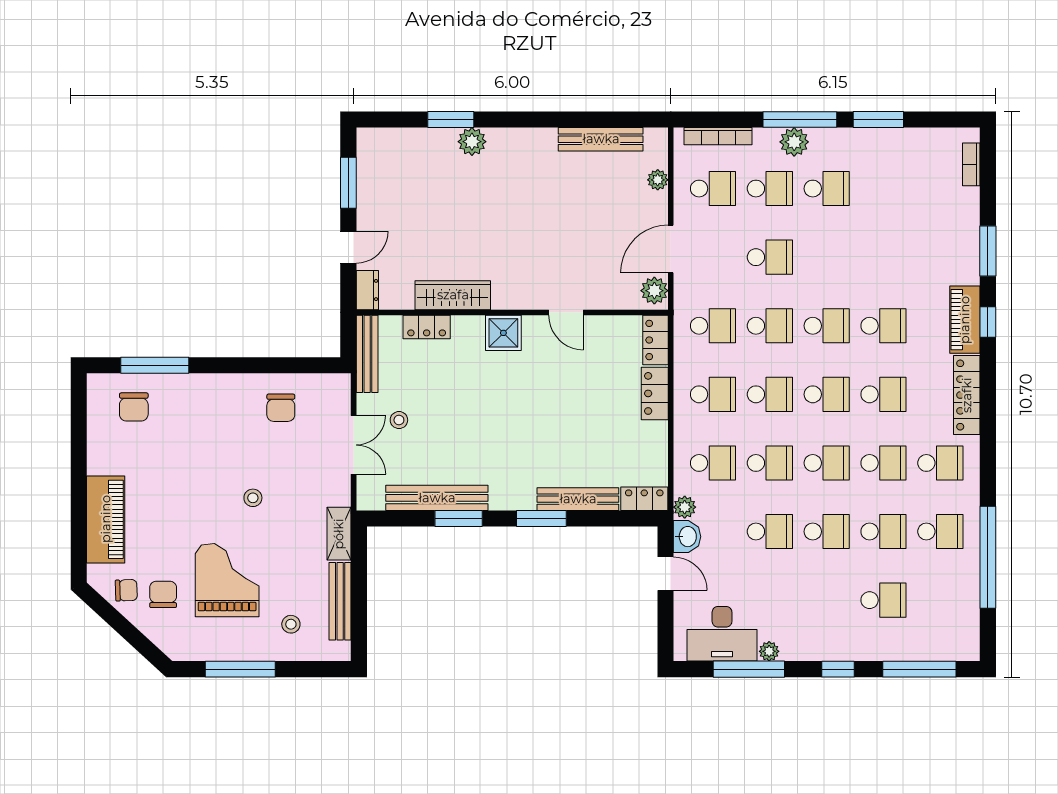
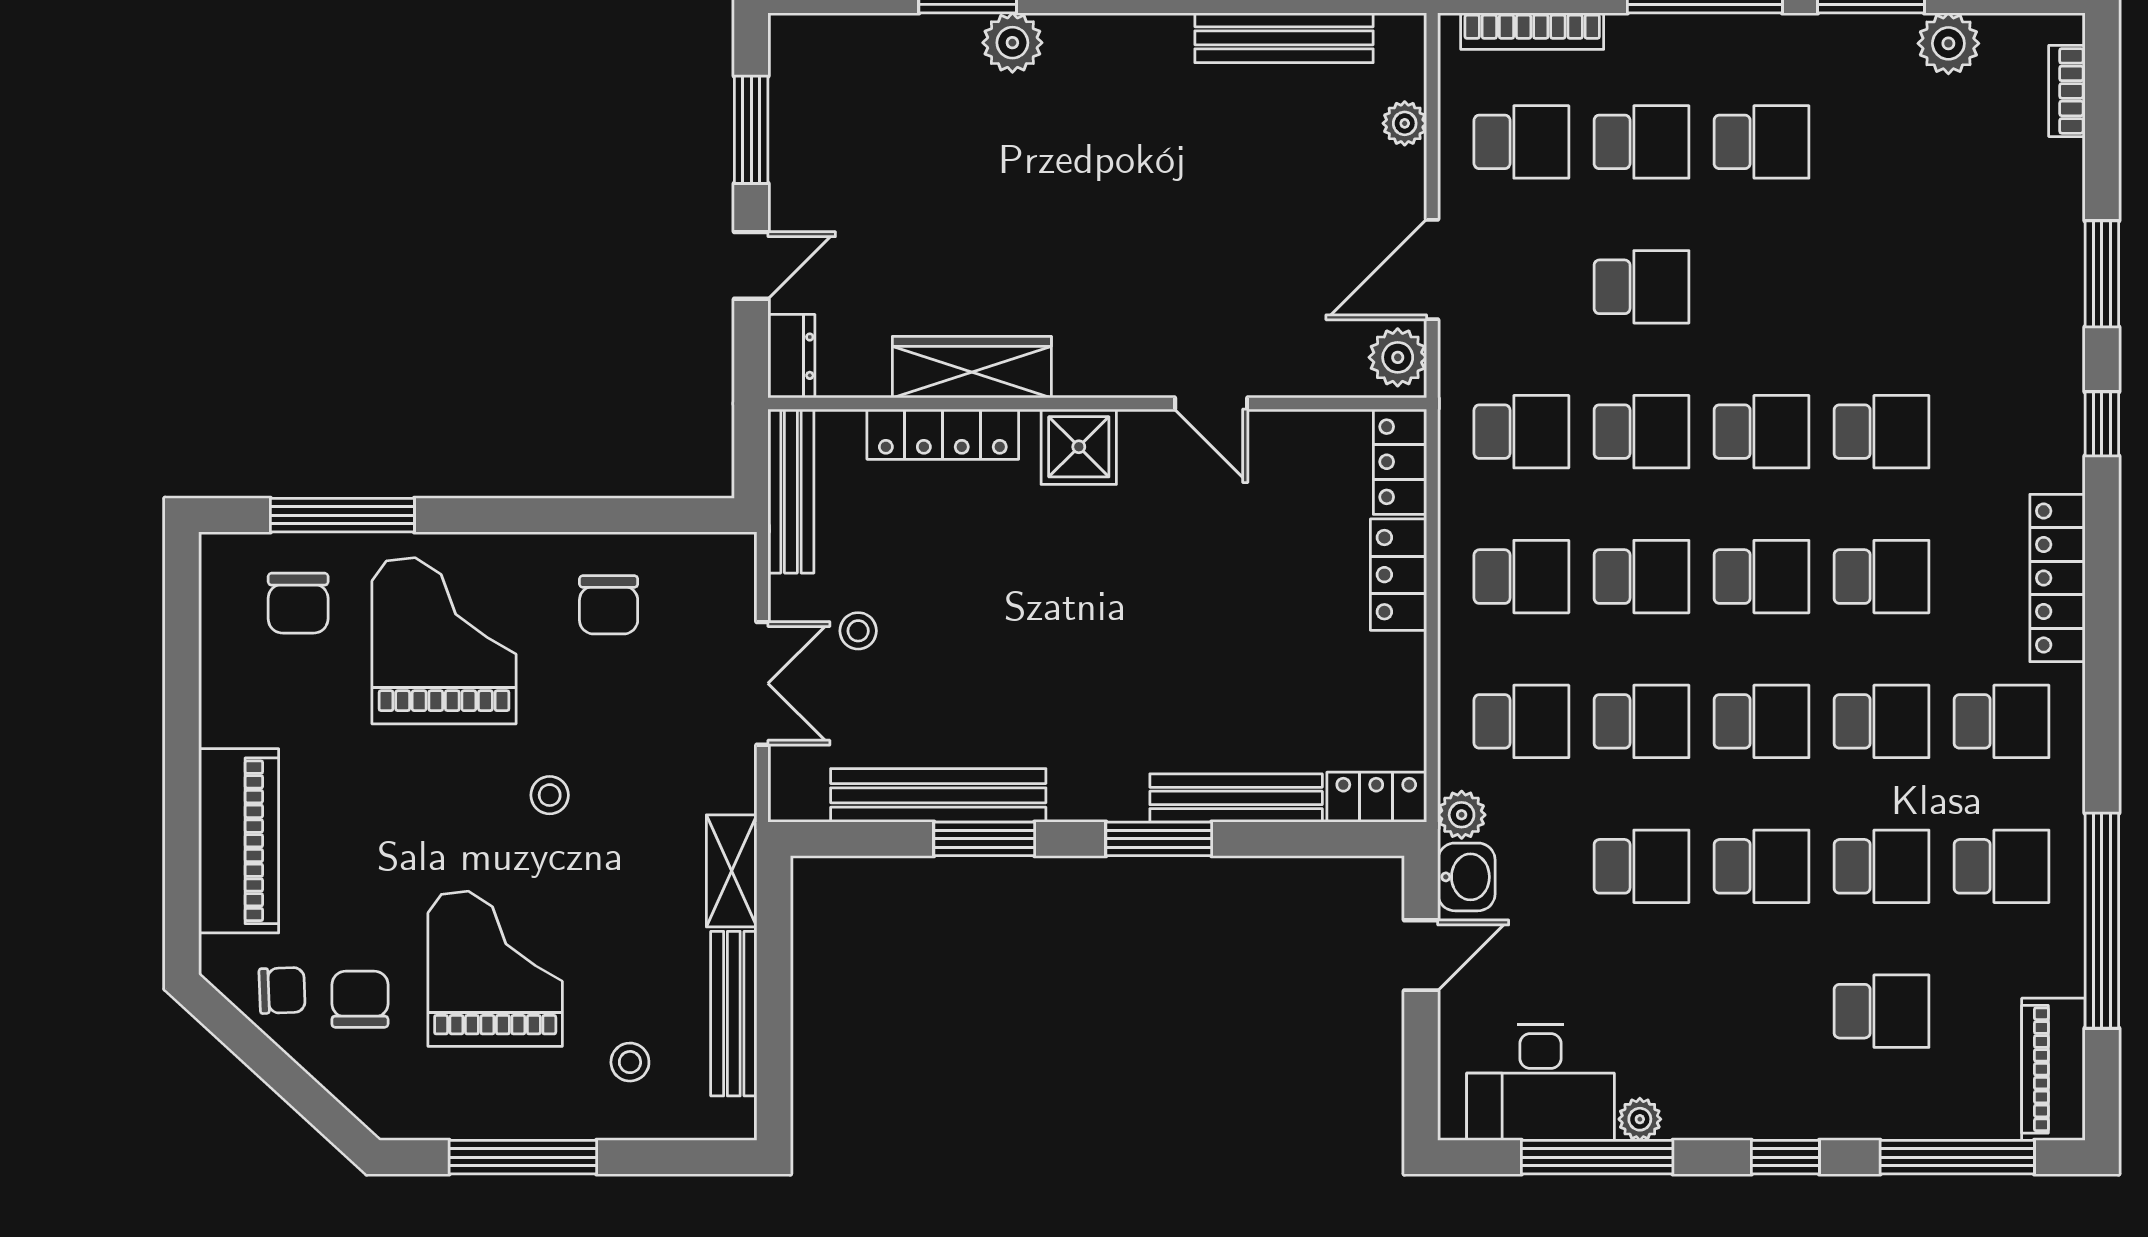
plant: (794, 142) -> (1948, 43), moved
piano: (965, 320) -> (2053, 1069), moved
locker: (427, 327) -> (943, 434), width x1.53
grand piano: (203, 425) -> (444, 641), added
door: (665, 574) -> (1421, 955), hinge flipped

